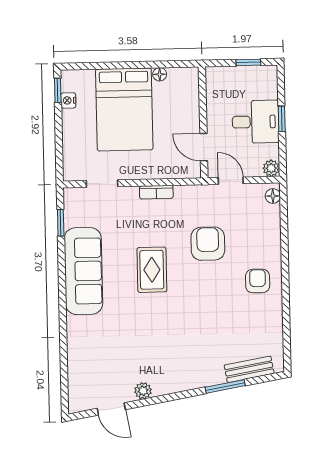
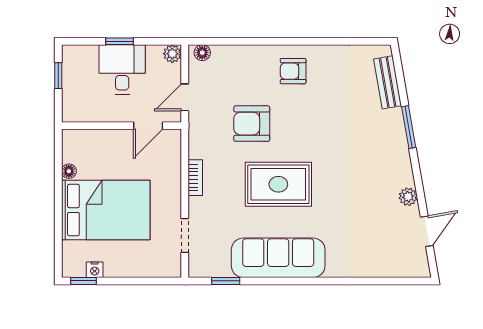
rug: (152, 270) -> (278, 184), width x1.36, depth x1.43
window: (225, 386) -> (409, 127), moved

